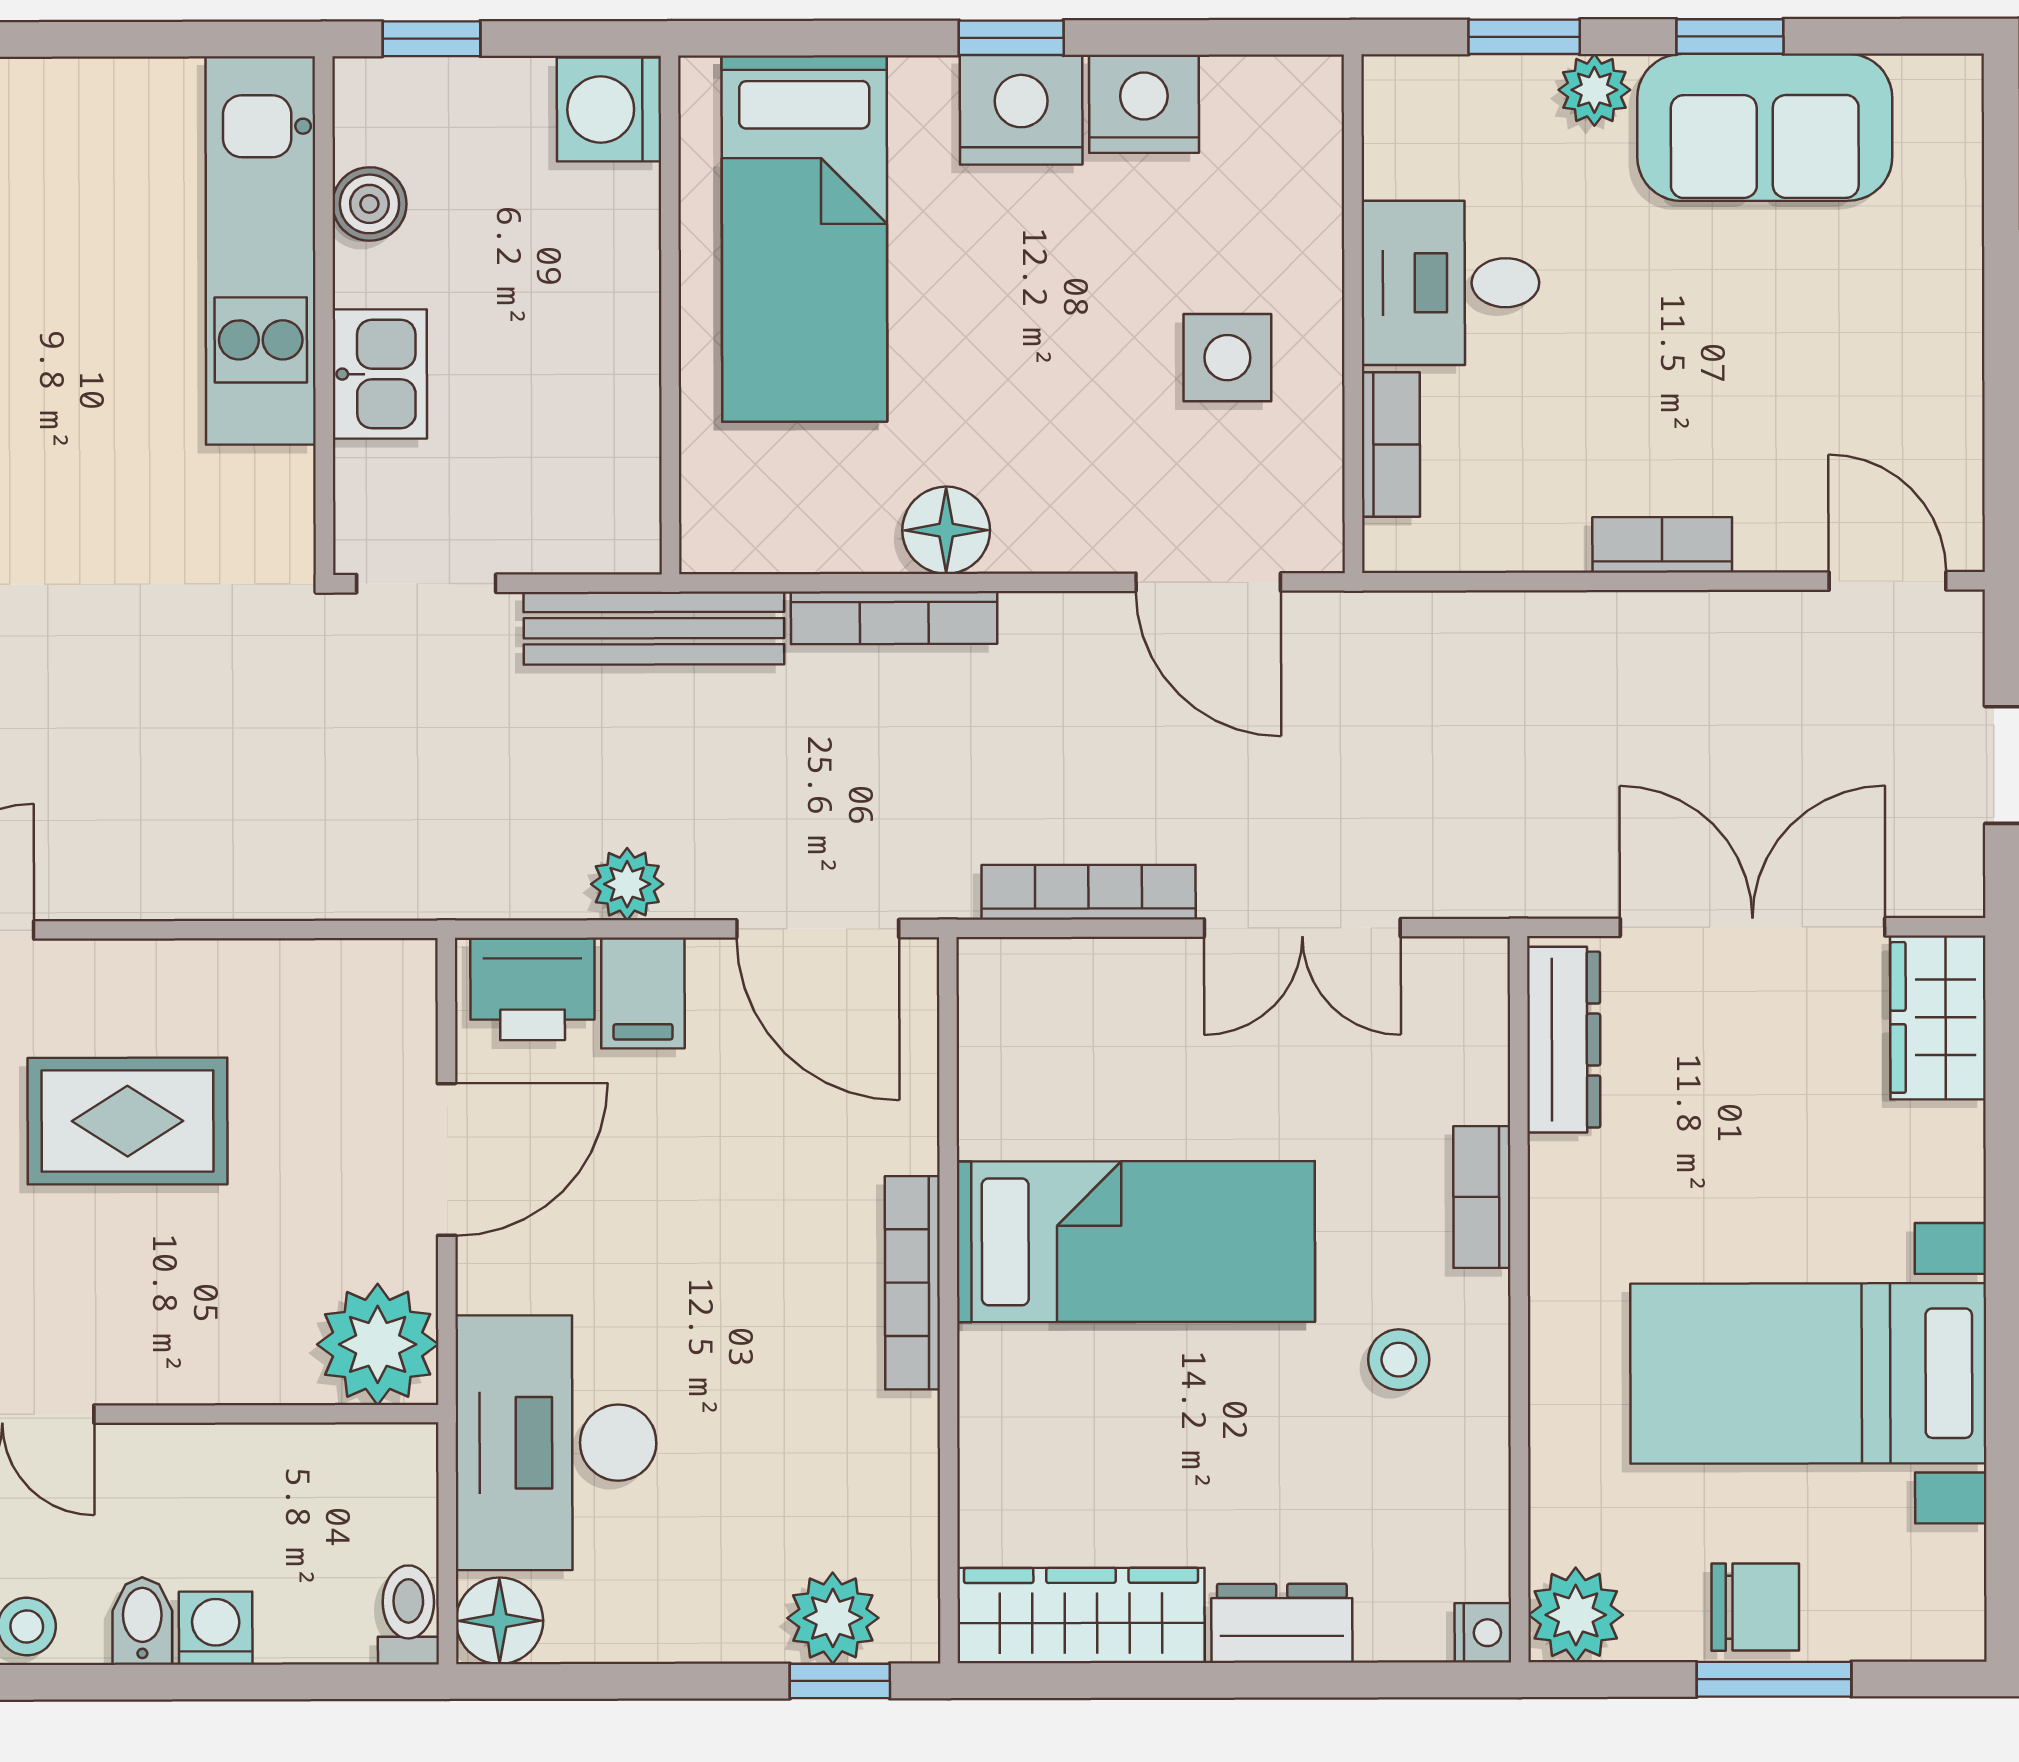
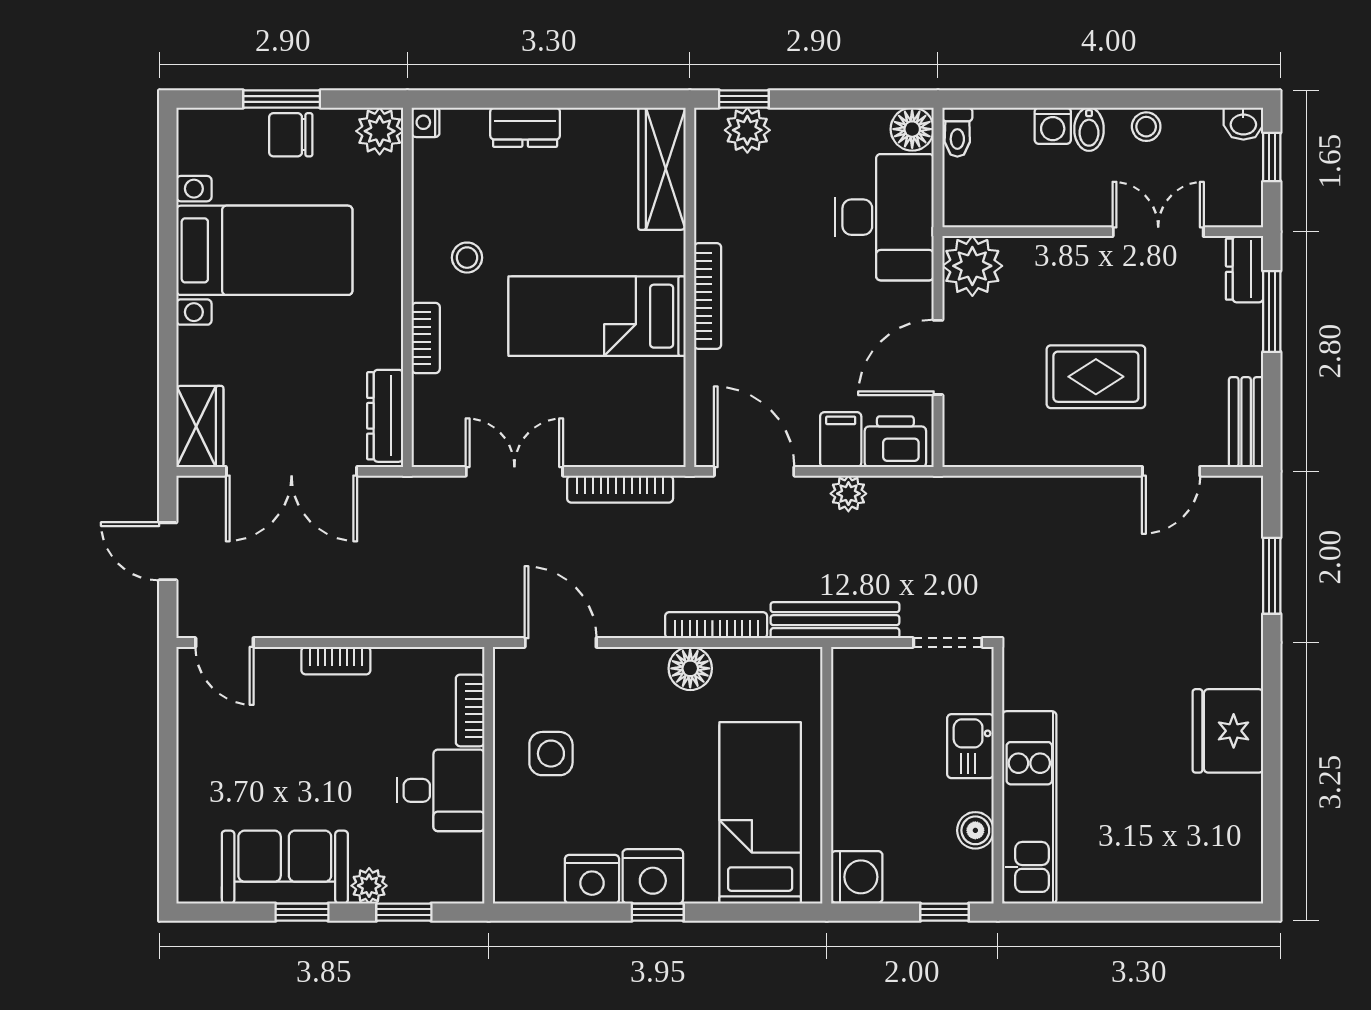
wardrobe: (1081, 1615) -> (662, 169), moved, turned 90

